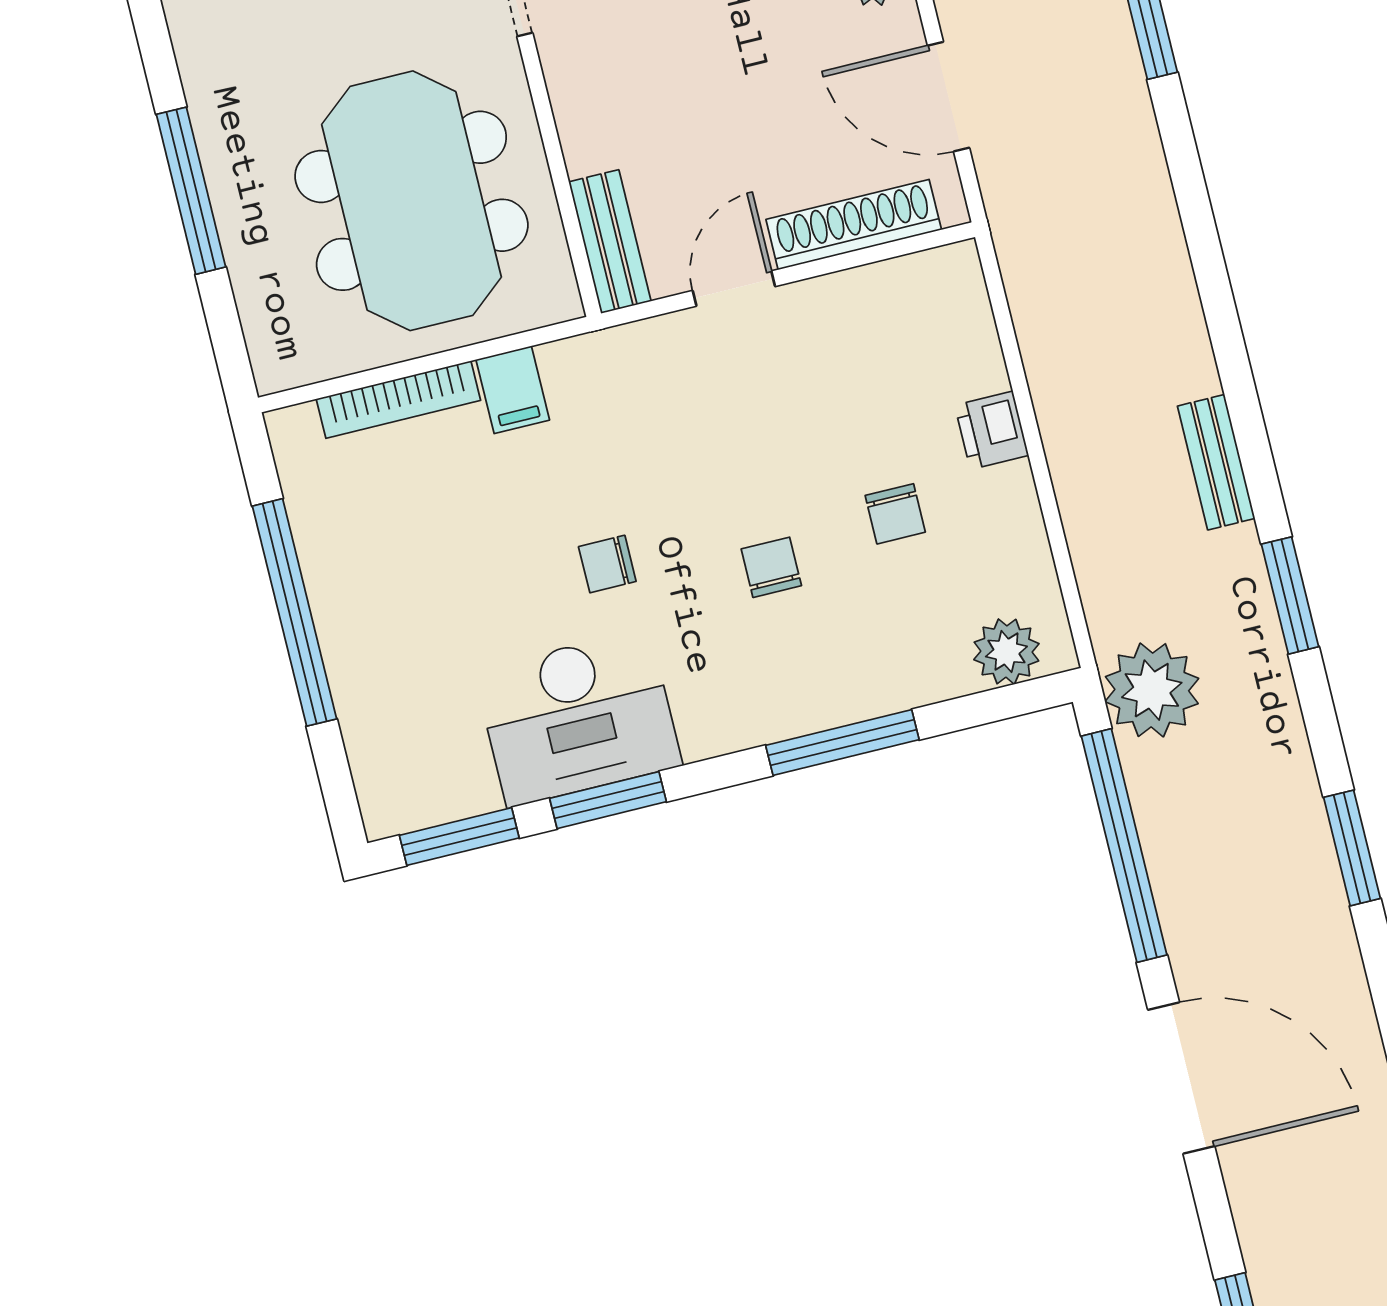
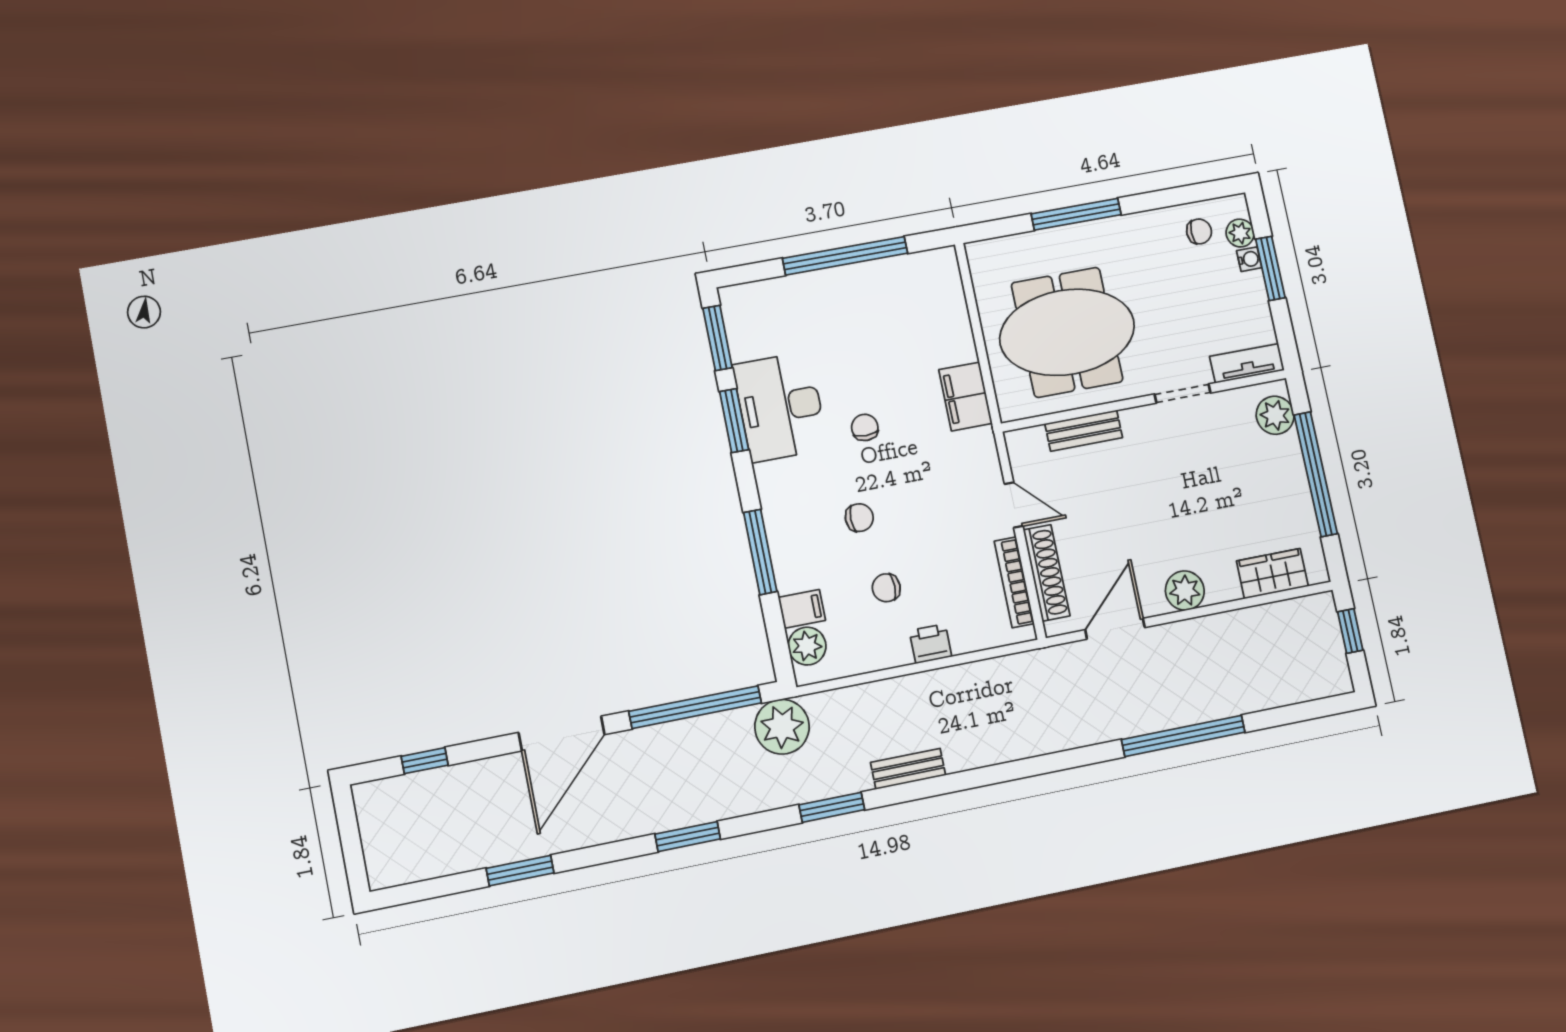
bench: (610, 242) -> (1084, 431), moved
filing cabinet: (513, 390) -> (966, 397), width x2.00
bookcase: (398, 400) -> (1014, 582), moved
filing cabinet: (941, 664) -> (802, 609), added

